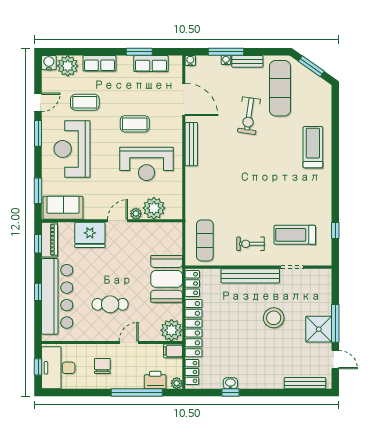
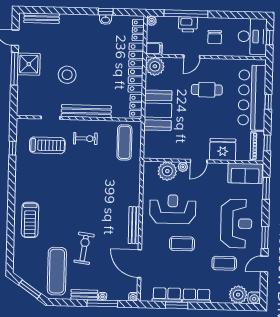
row of seats: (100, 63) -> (196, 296), moved
printer: (155, 380) -> (188, 24), moved

